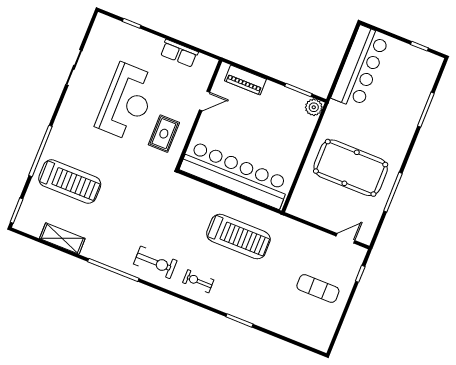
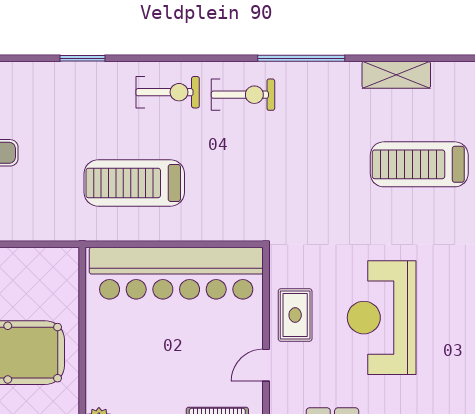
rug: (164, 134) -> (295, 315), moved
exercise bike: (155, 262) -> (243, 95), turned 180
exercise bike: (198, 281) -> (168, 92), width x1.38, depth x1.39

